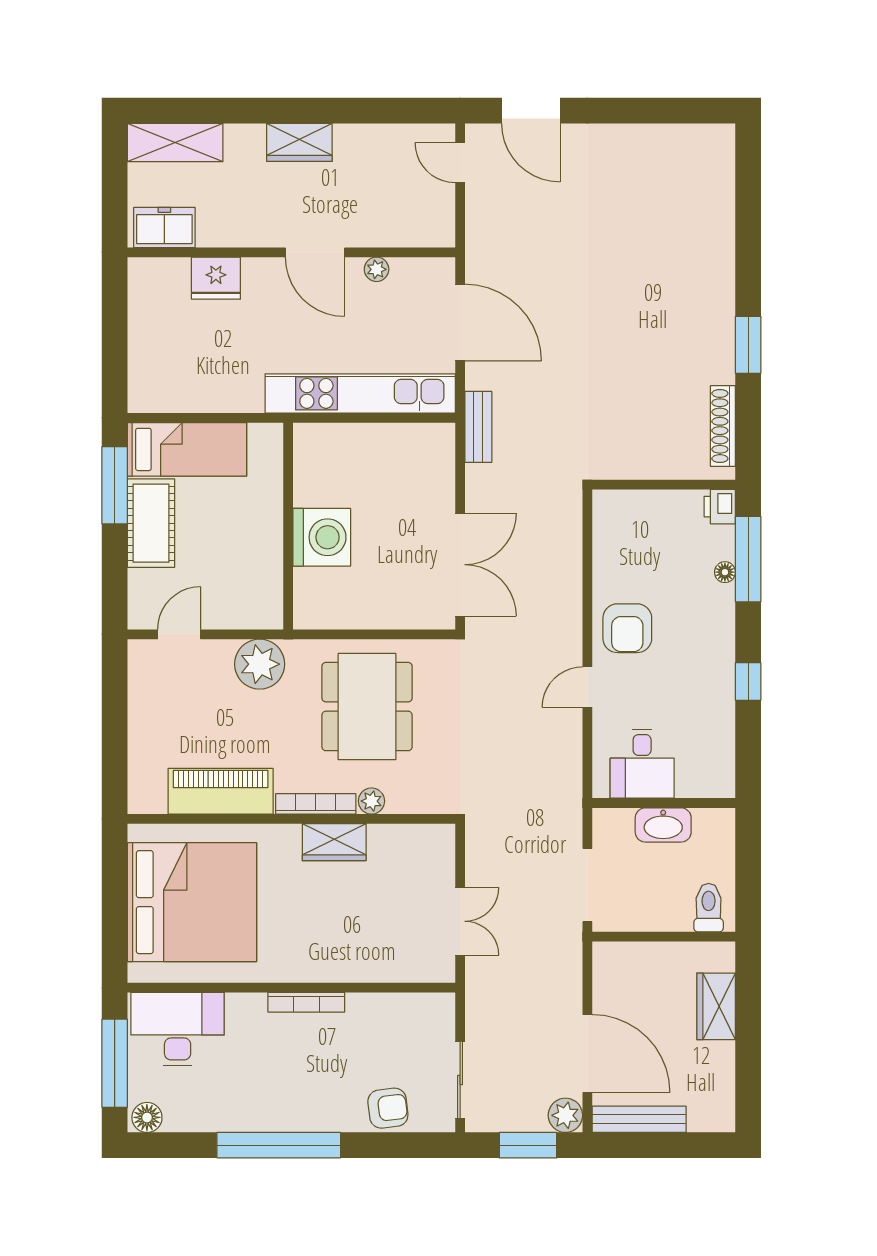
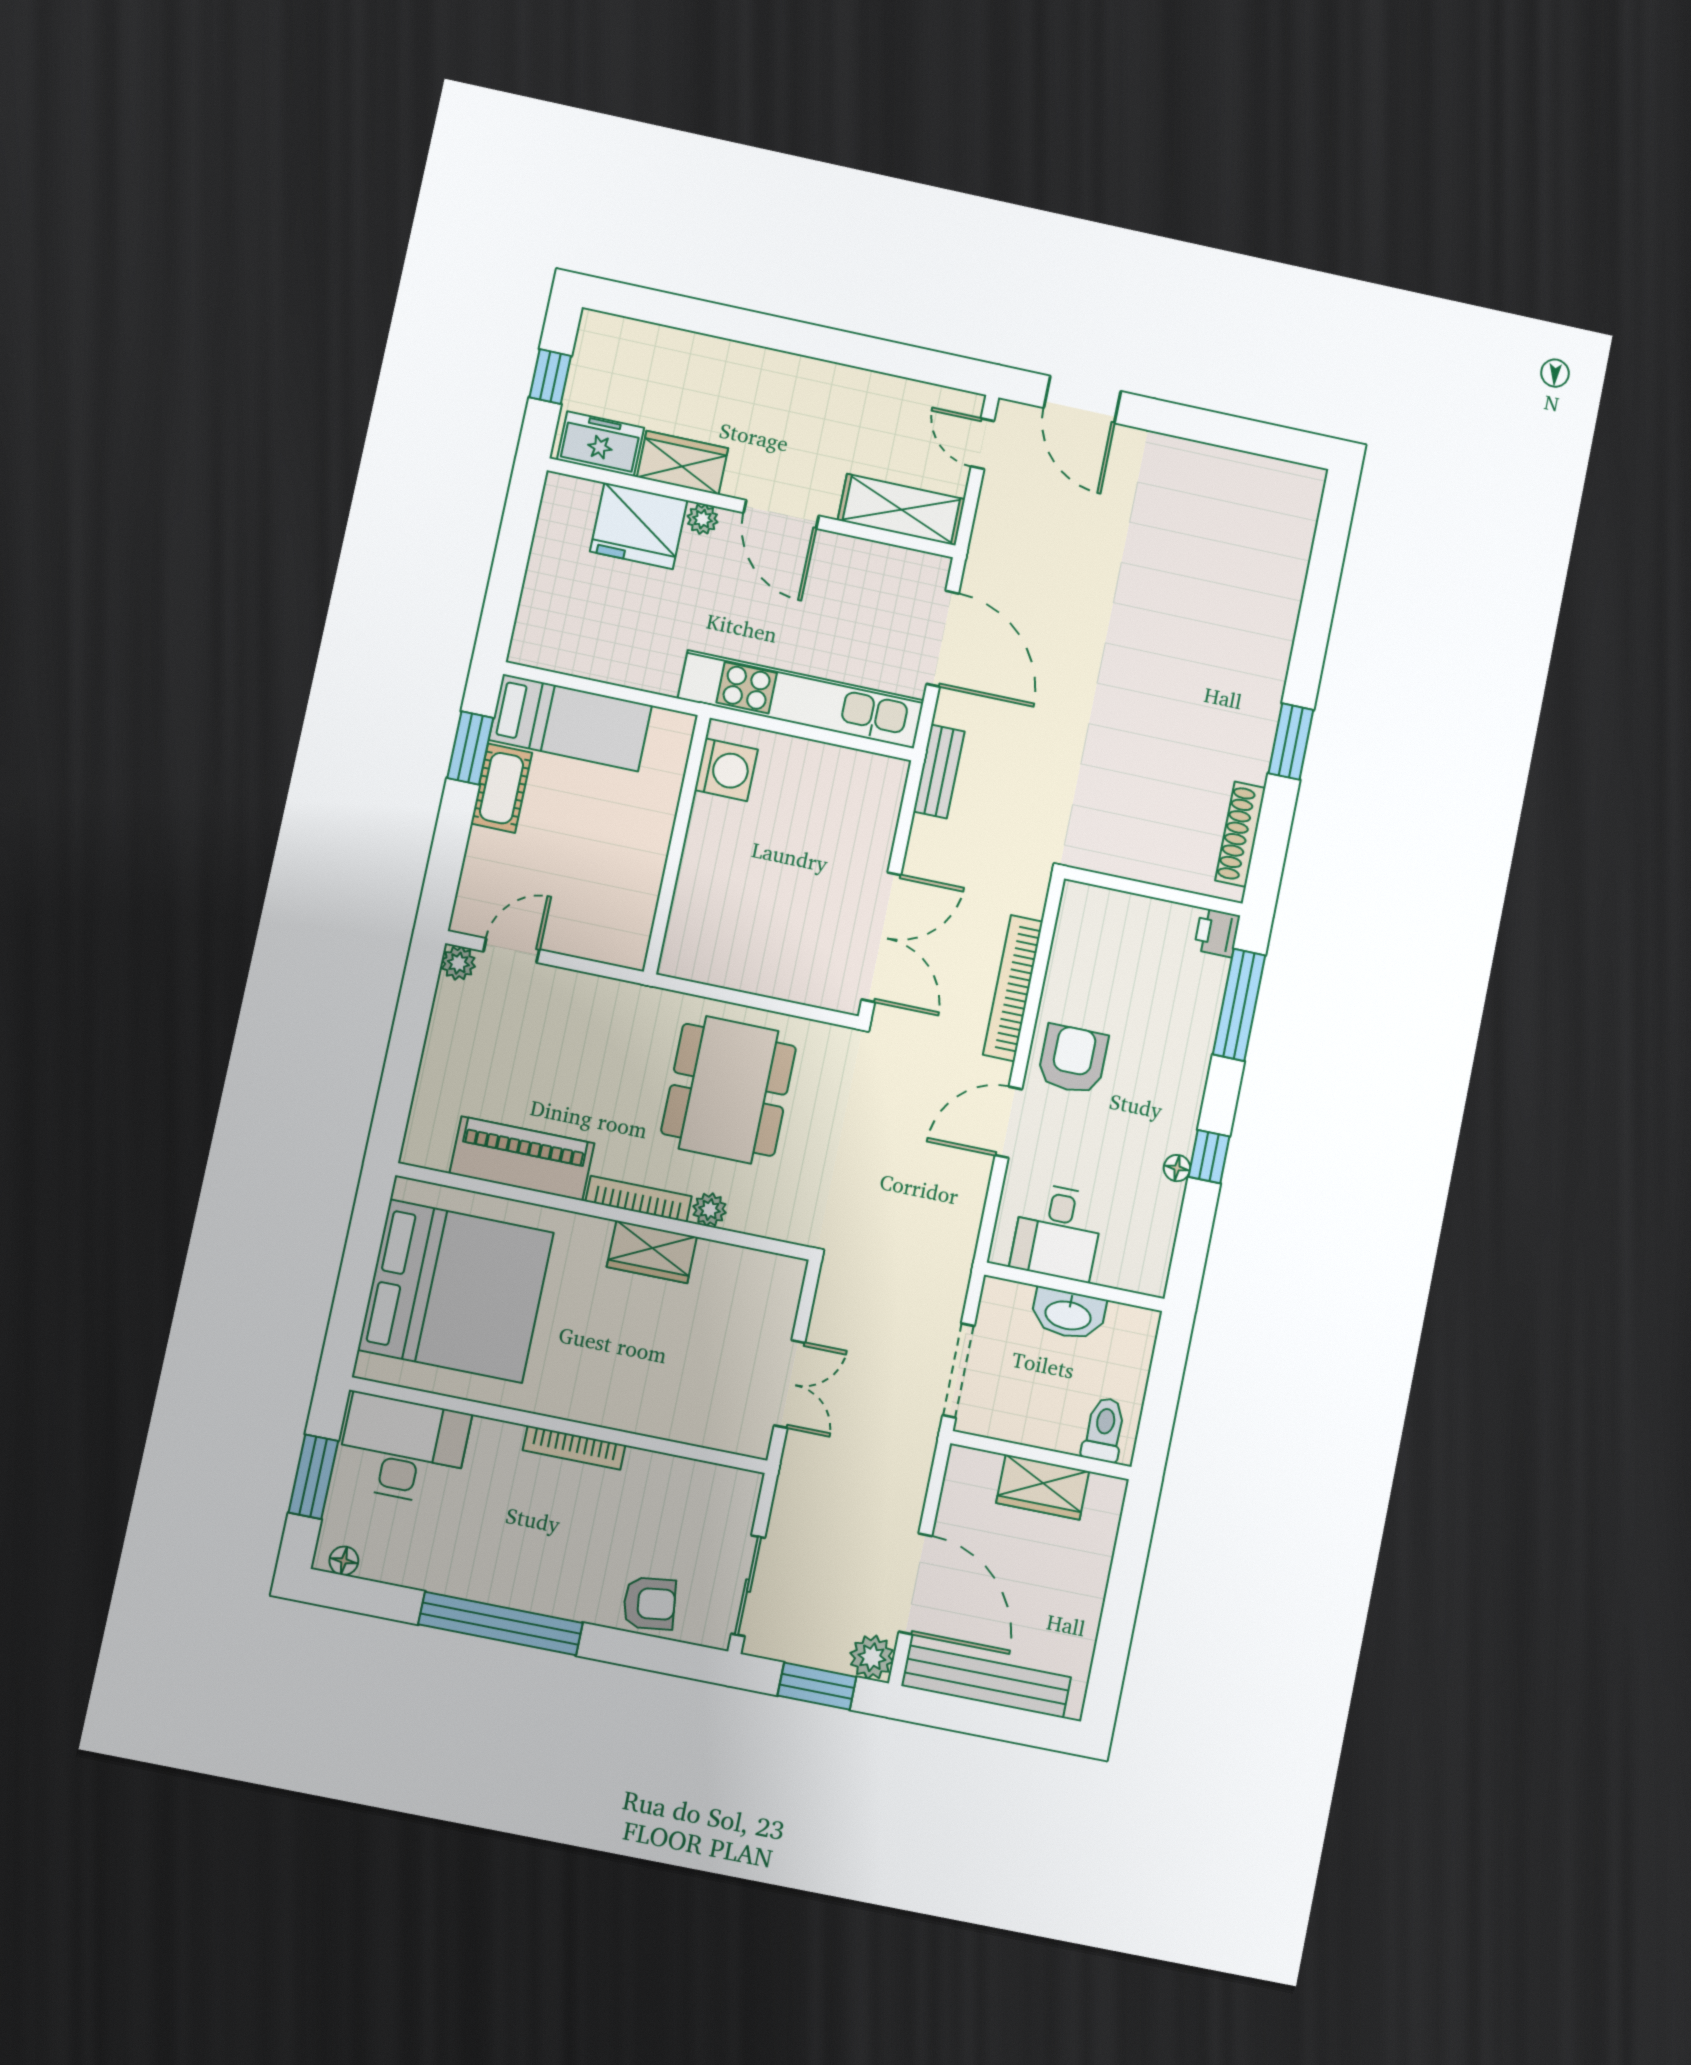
wardrobe: (299, 142) -> (682, 463), moved, turned 180
shelving: (175, 143) -> (901, 510), moved
window: (115, 183) -> (550, 377), added
plant: (377, 269) -> (703, 519), moved
fridge: (216, 278) -> (639, 526), width x1.36, depth x1.34
window: (115, 485) -> (470, 748), width x0.69
cot: (151, 523) -> (501, 788), width x0.73, depth x0.75
washing machine: (322, 537) -> (726, 770), moved, width x0.73, depth x0.73
floor lamp: (725, 572) -> (1177, 1168), moved
bookcase: (570, 583) -> (1013, 988), added
armchair: (627, 628) -> (1073, 1059), turned 180
plant: (260, 664) -> (458, 963), moved, width x0.53, depth x0.53
door: (587, 687) -> (1009, 1122), width x1.37
wardrobe: (716, 1006) -> (1043, 1487), moved, turned -90
window: (115, 1063) -> (313, 1477), width x0.69
floor lamp: (147, 1117) -> (344, 1561), width x0.73, depth x0.73
bench: (639, 1119) -> (986, 1682), width x1.37, depth x1.21

